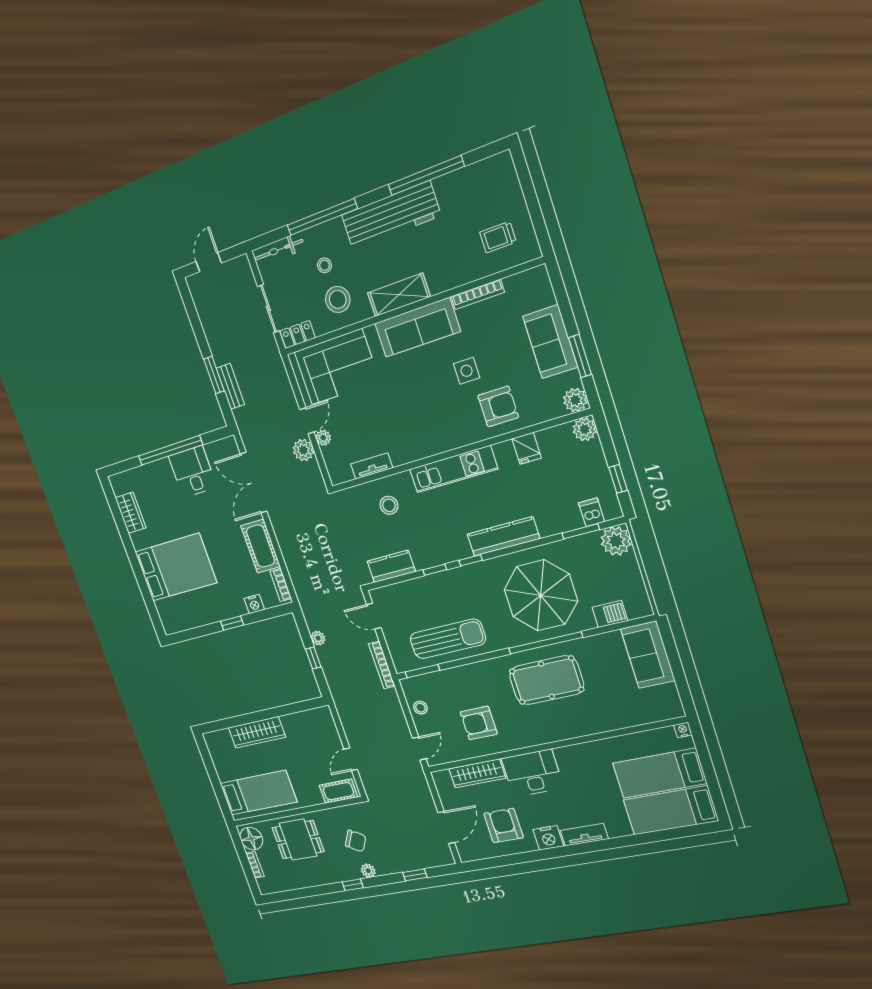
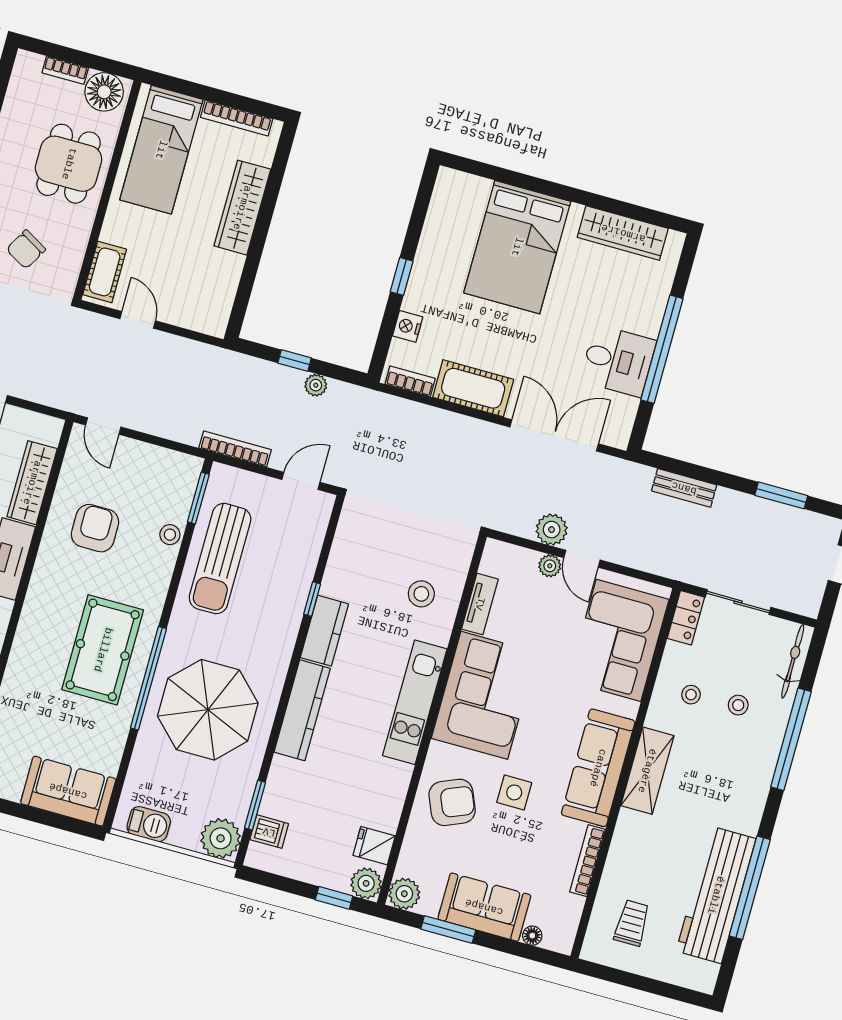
workbench: (391, 215) -> (716, 895), moved
floor lamp: (548, 298) -> (532, 936), added
stool: (338, 299) -> (691, 695), width x0.53, depth x0.53
window: (214, 375) -> (781, 495), moved
armchair: (498, 406) -> (452, 802), turned -113
corner sofa: (421, 429) -> (484, 695), added
fridge: (527, 448) -> (374, 846), moved
window: (618, 479) -> (334, 898), moved
wardrobe: (131, 513) -> (623, 233), width x1.50
window: (471, 560) -> (298, 652), removed
kitchen counter: (391, 566) -> (324, 631), moved
barbecue: (610, 614) -> (149, 824), moved, turned -90
stool: (420, 708) -> (170, 535), moved
bookcase: (217, 760) -> (237, 118), added

